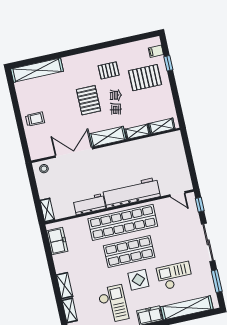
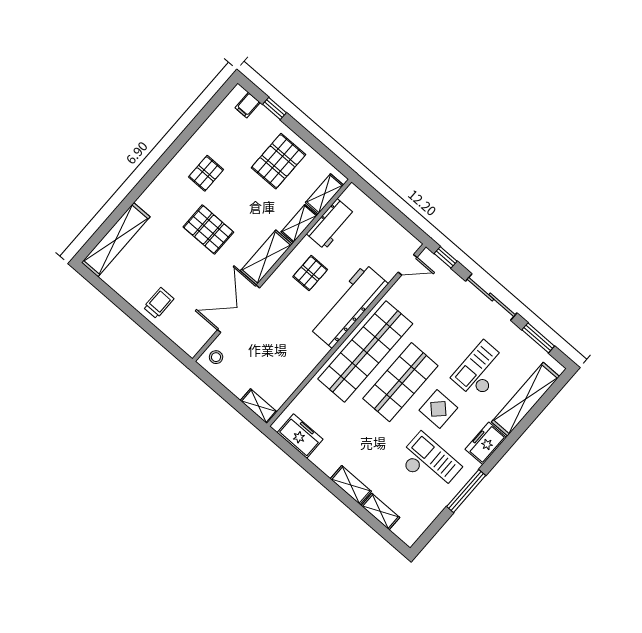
pallet: (145, 78) -> (278, 161), moved
pallet: (124, 161) -> (310, 273), added
workbench: (90, 204) -> (331, 224), moved, turned 180

